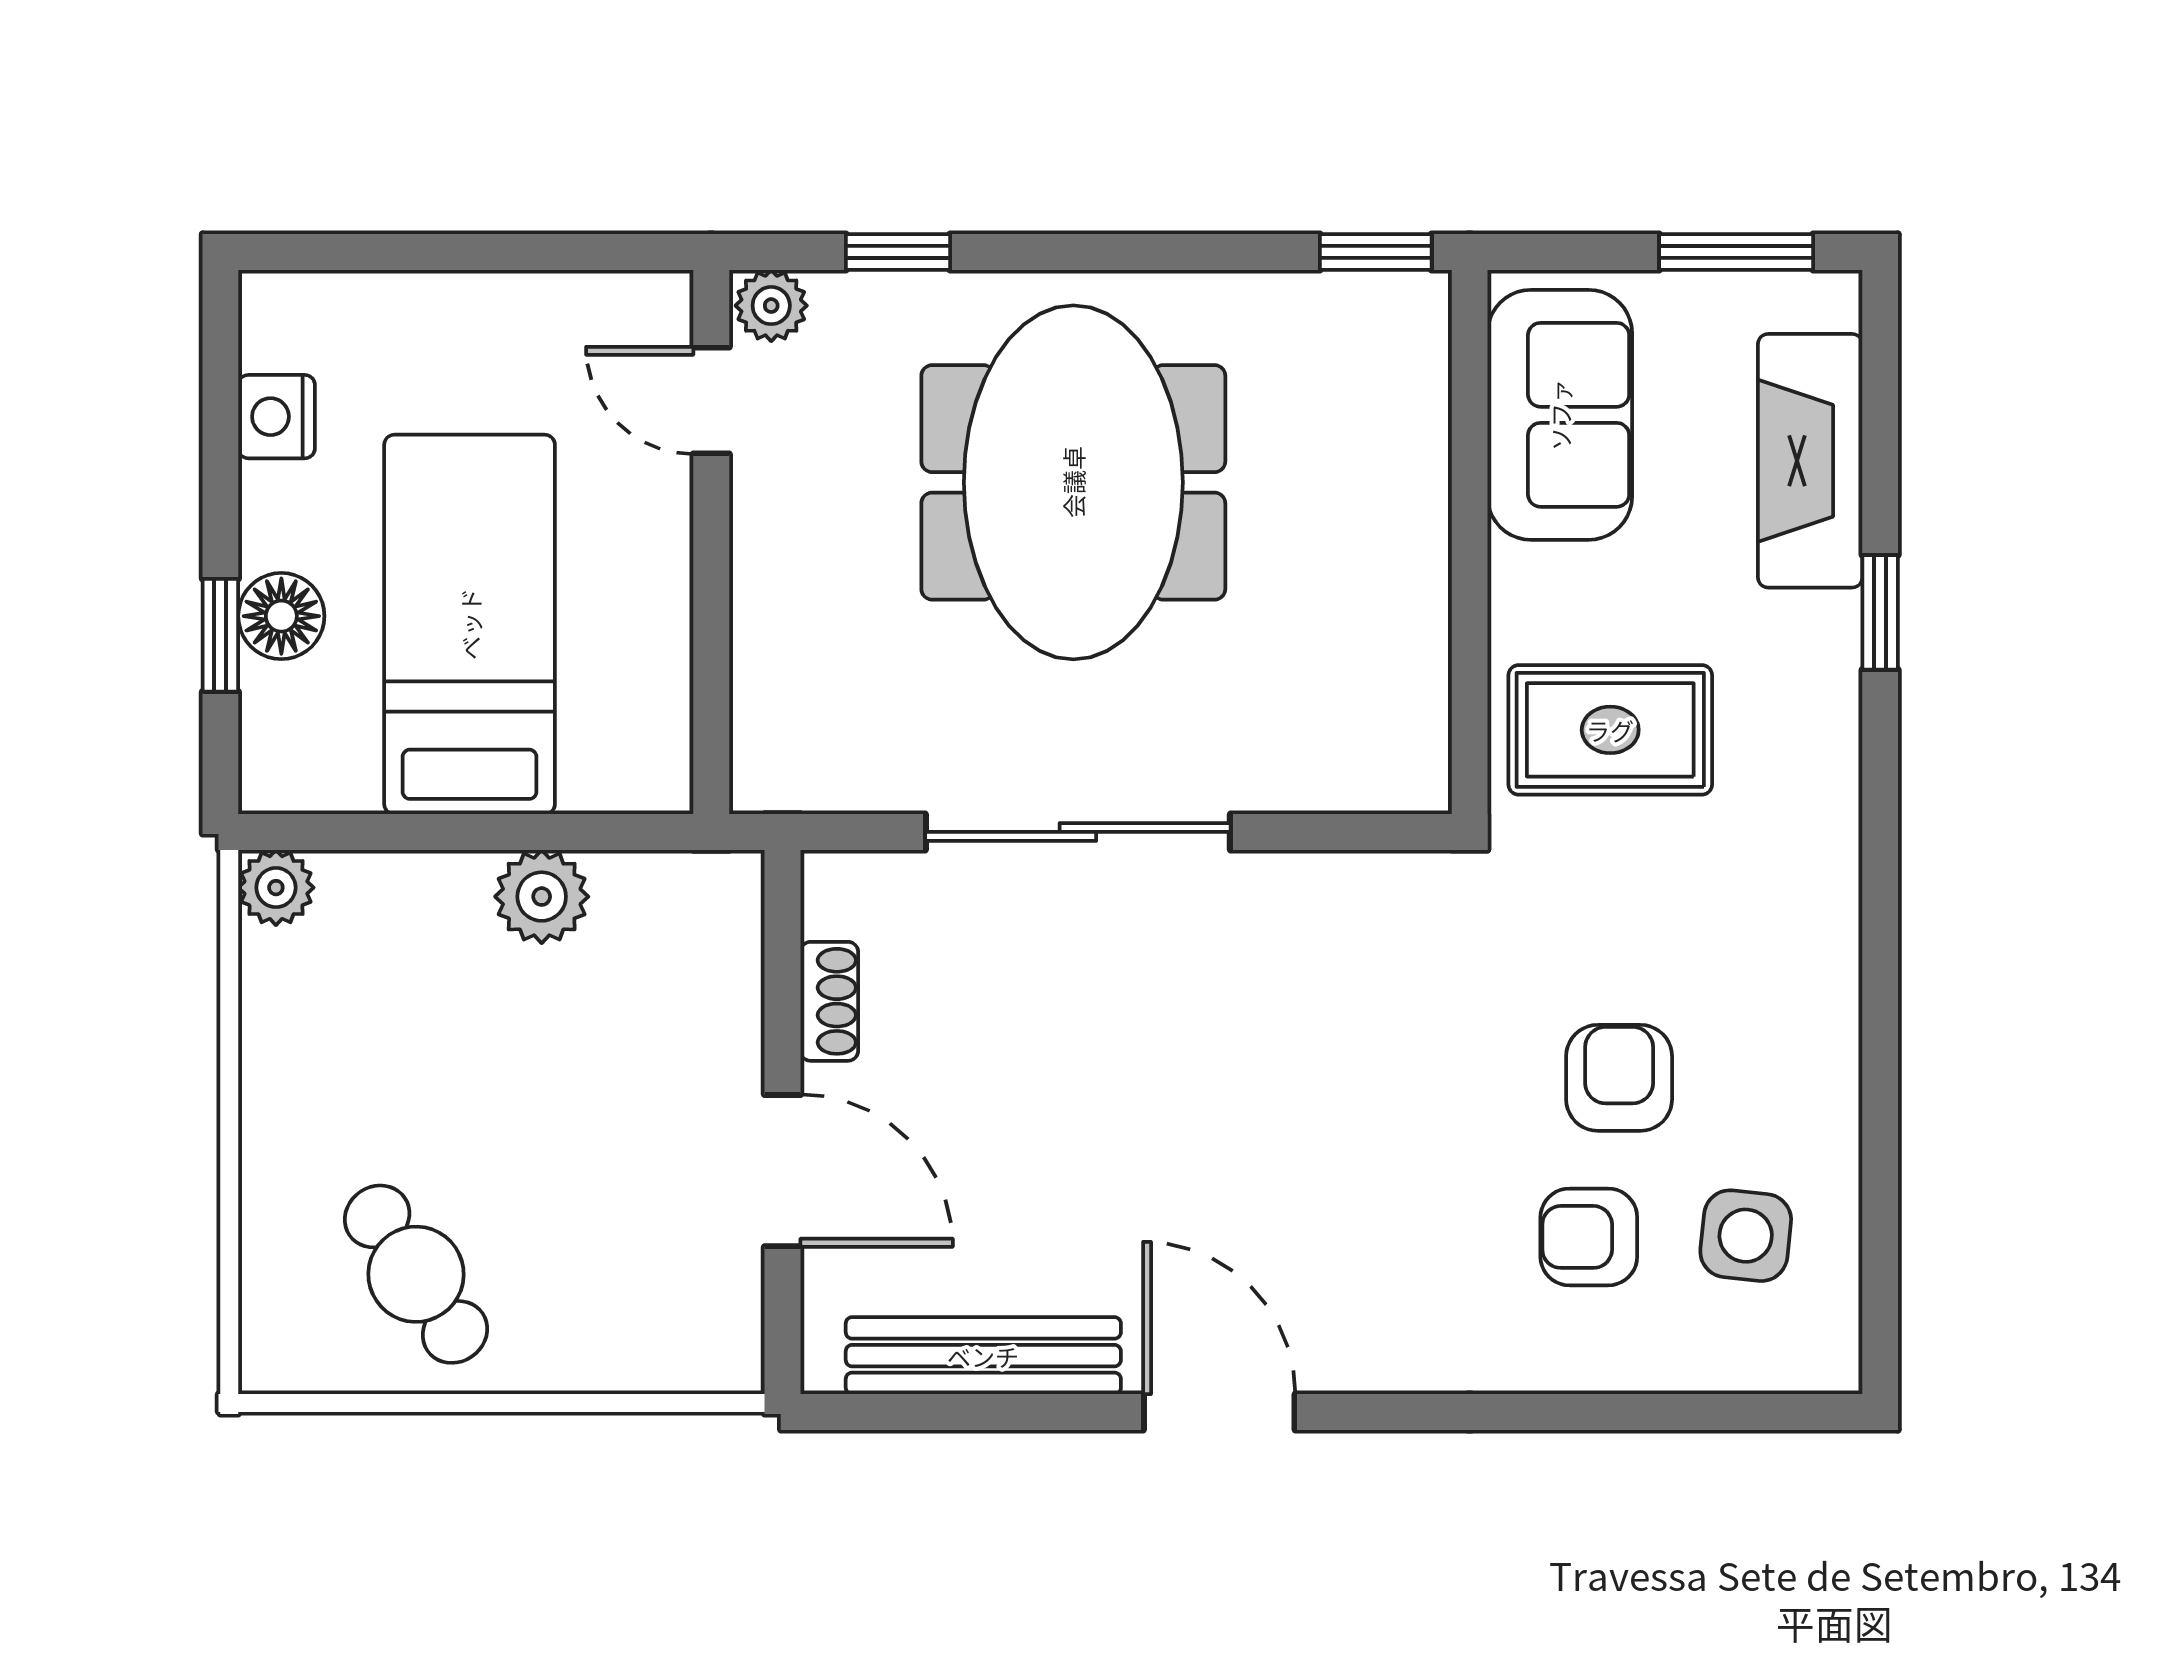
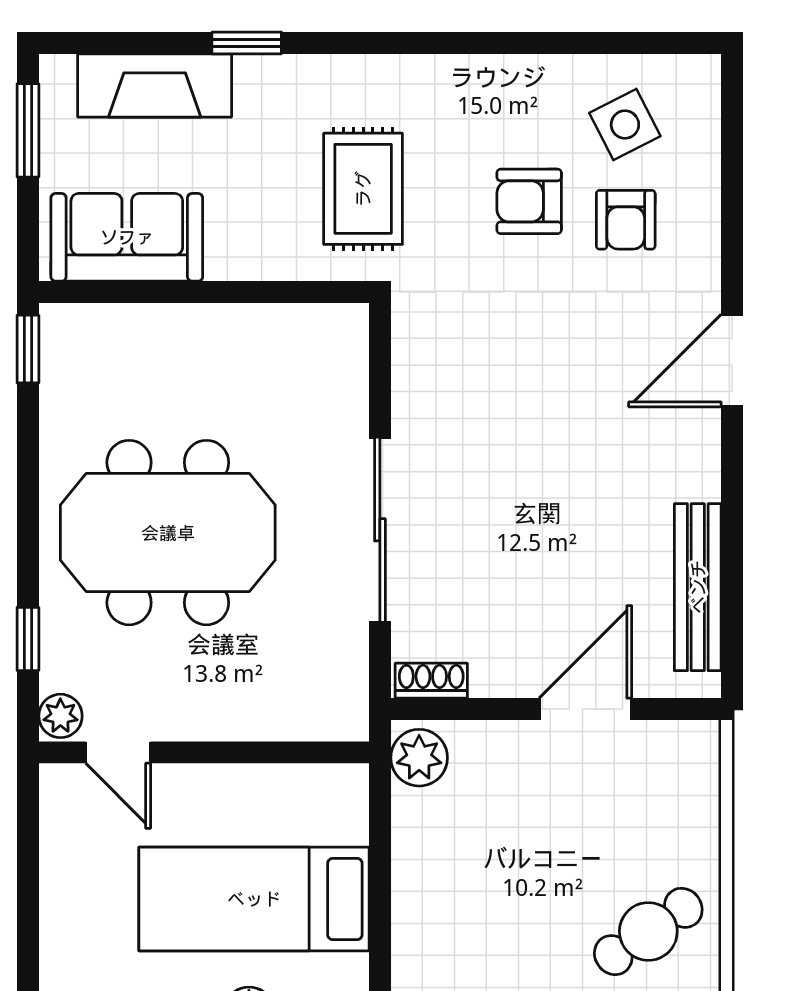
door: (711, 400) -> (118, 752), hinge flipped
rug: (1610, 730) -> (363, 189), moved
plant: (542, 897) -> (419, 758), moved
shoe rack: (829, 1001) -> (431, 681), moved
side table: (1746, 1236) -> (625, 125), turned -33
door: (1219, 1412) -> (732, 361), moved

